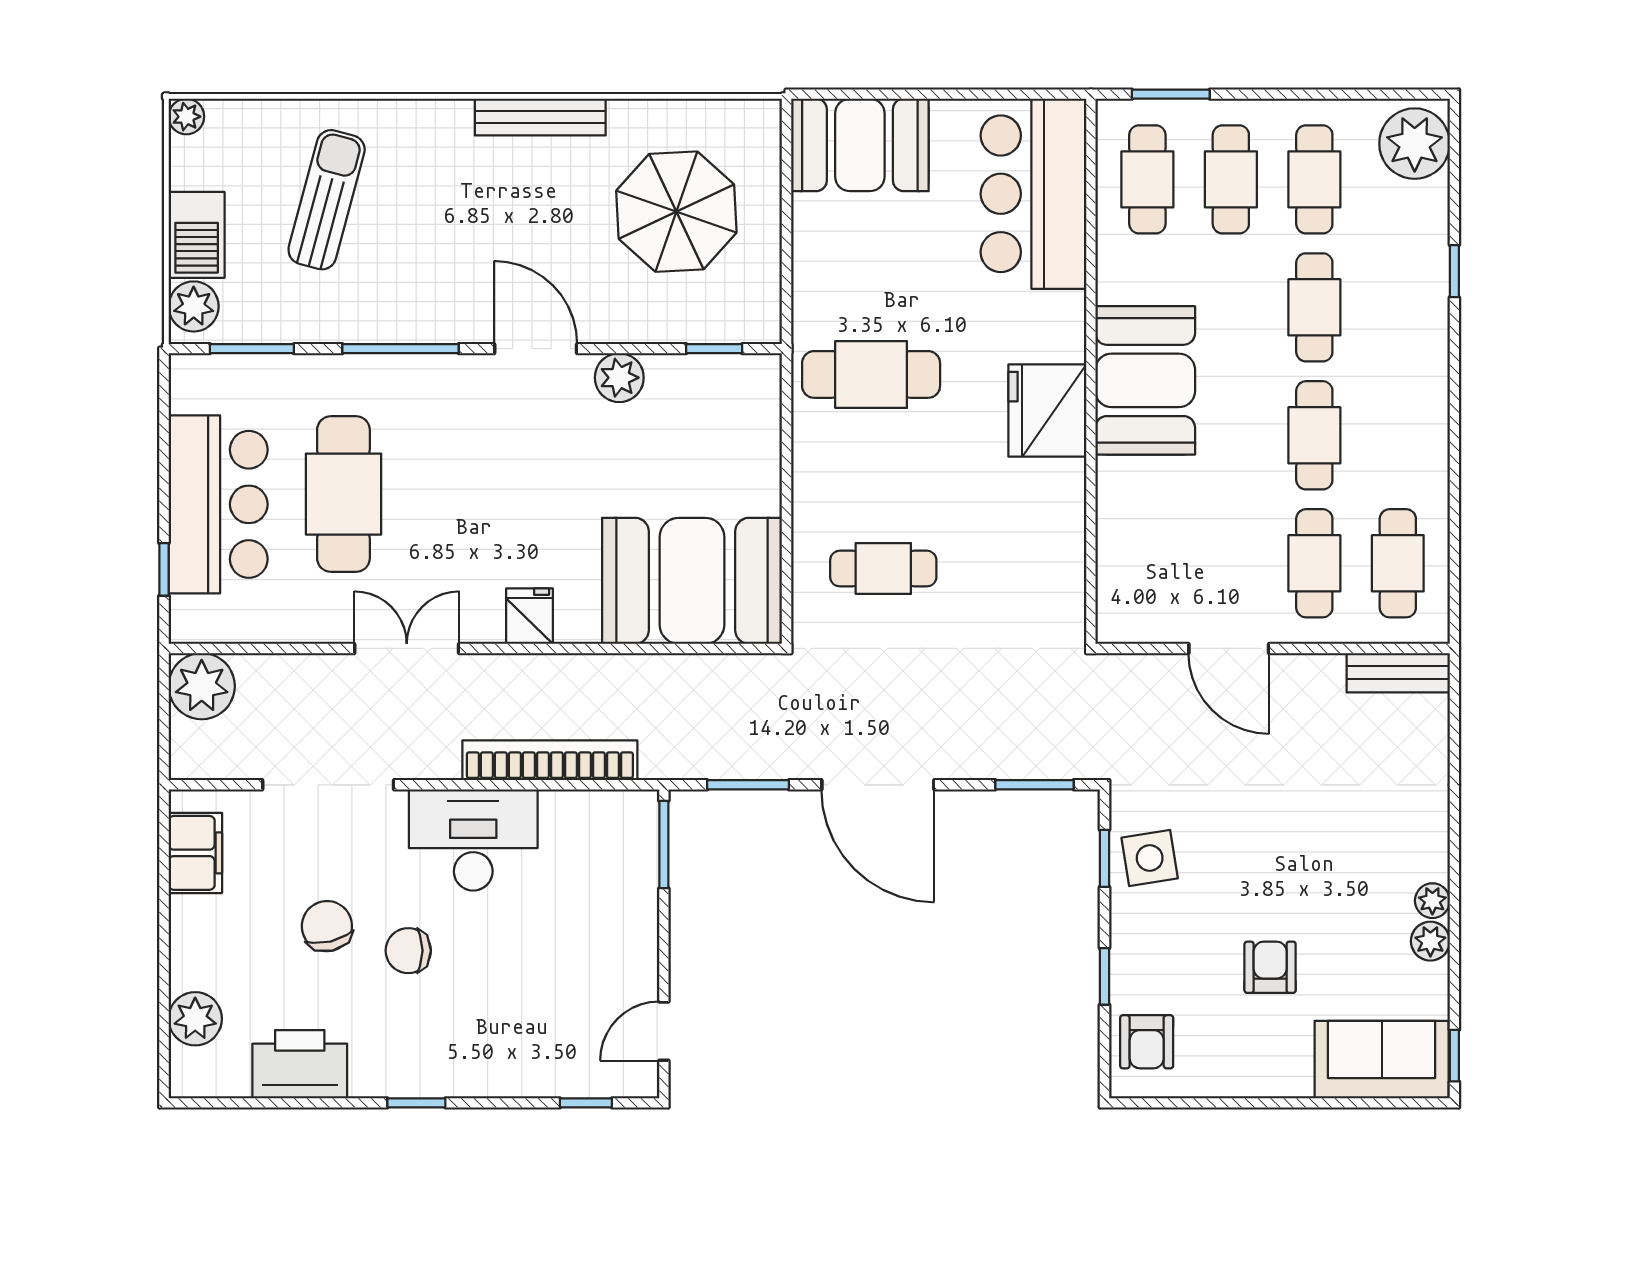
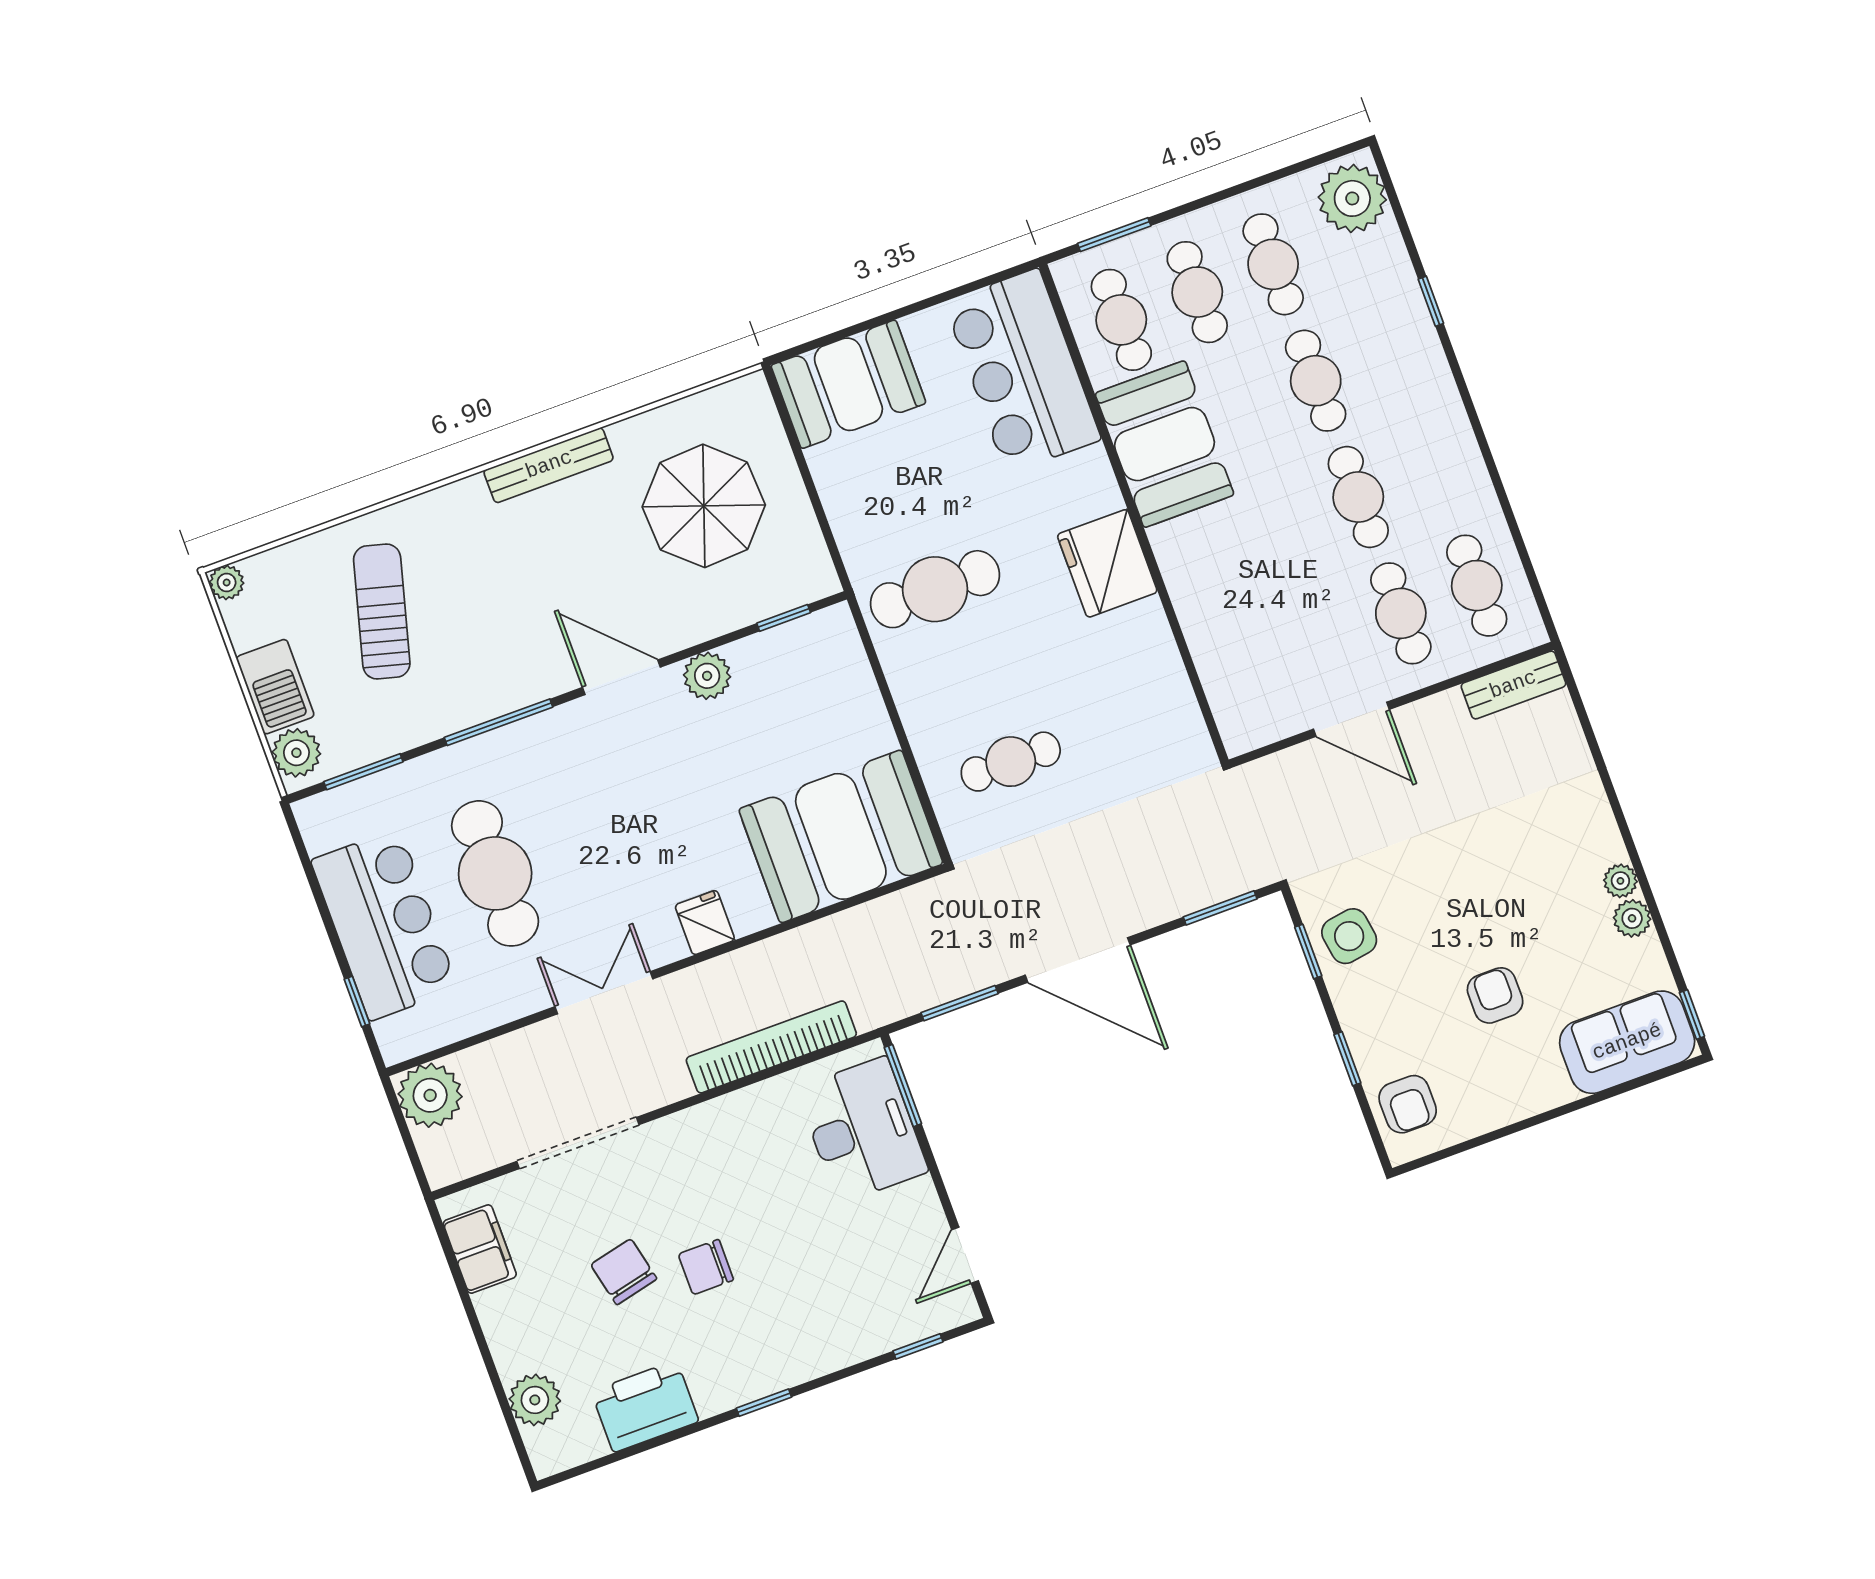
booth: (1145, 380) -> (1165, 444), moved
desk: (473, 840) -> (862, 1130), moved, turned 90

